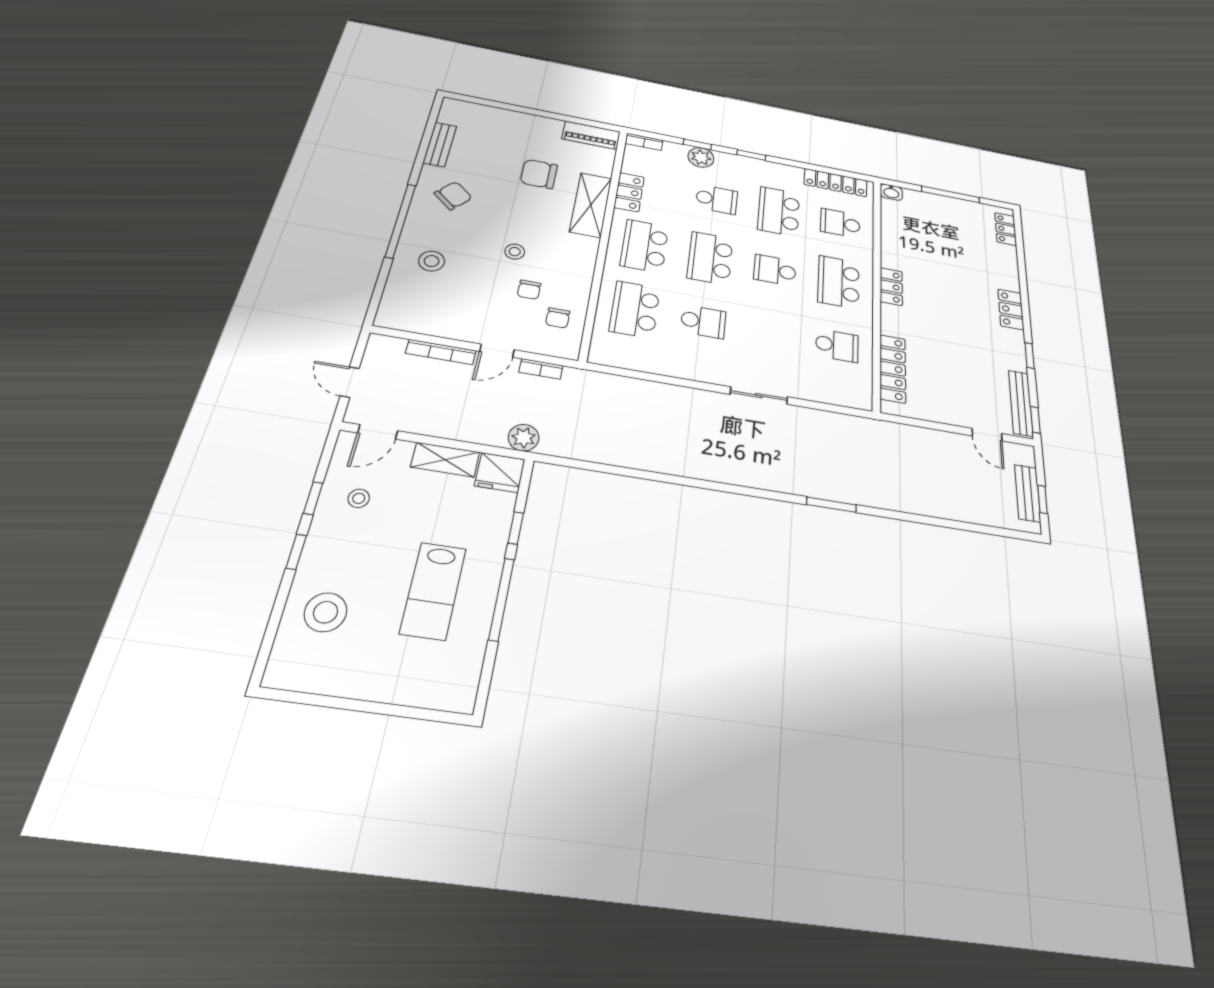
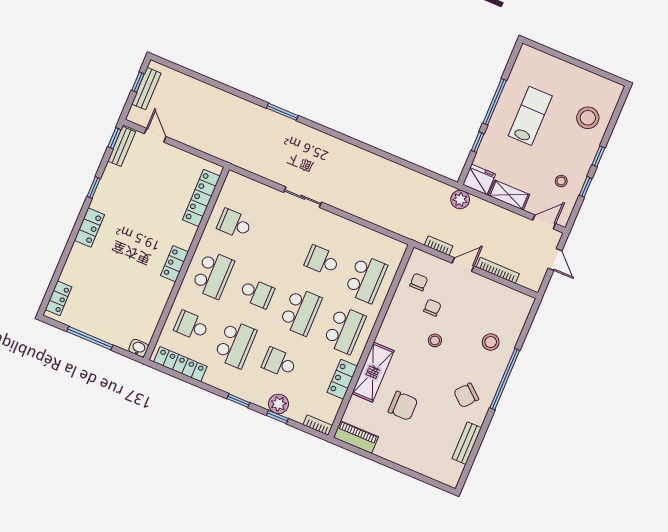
school desk: (840, 223) -> (192, 326), turned 180
bench: (1021, 403) -> (122, 146), width x0.73

